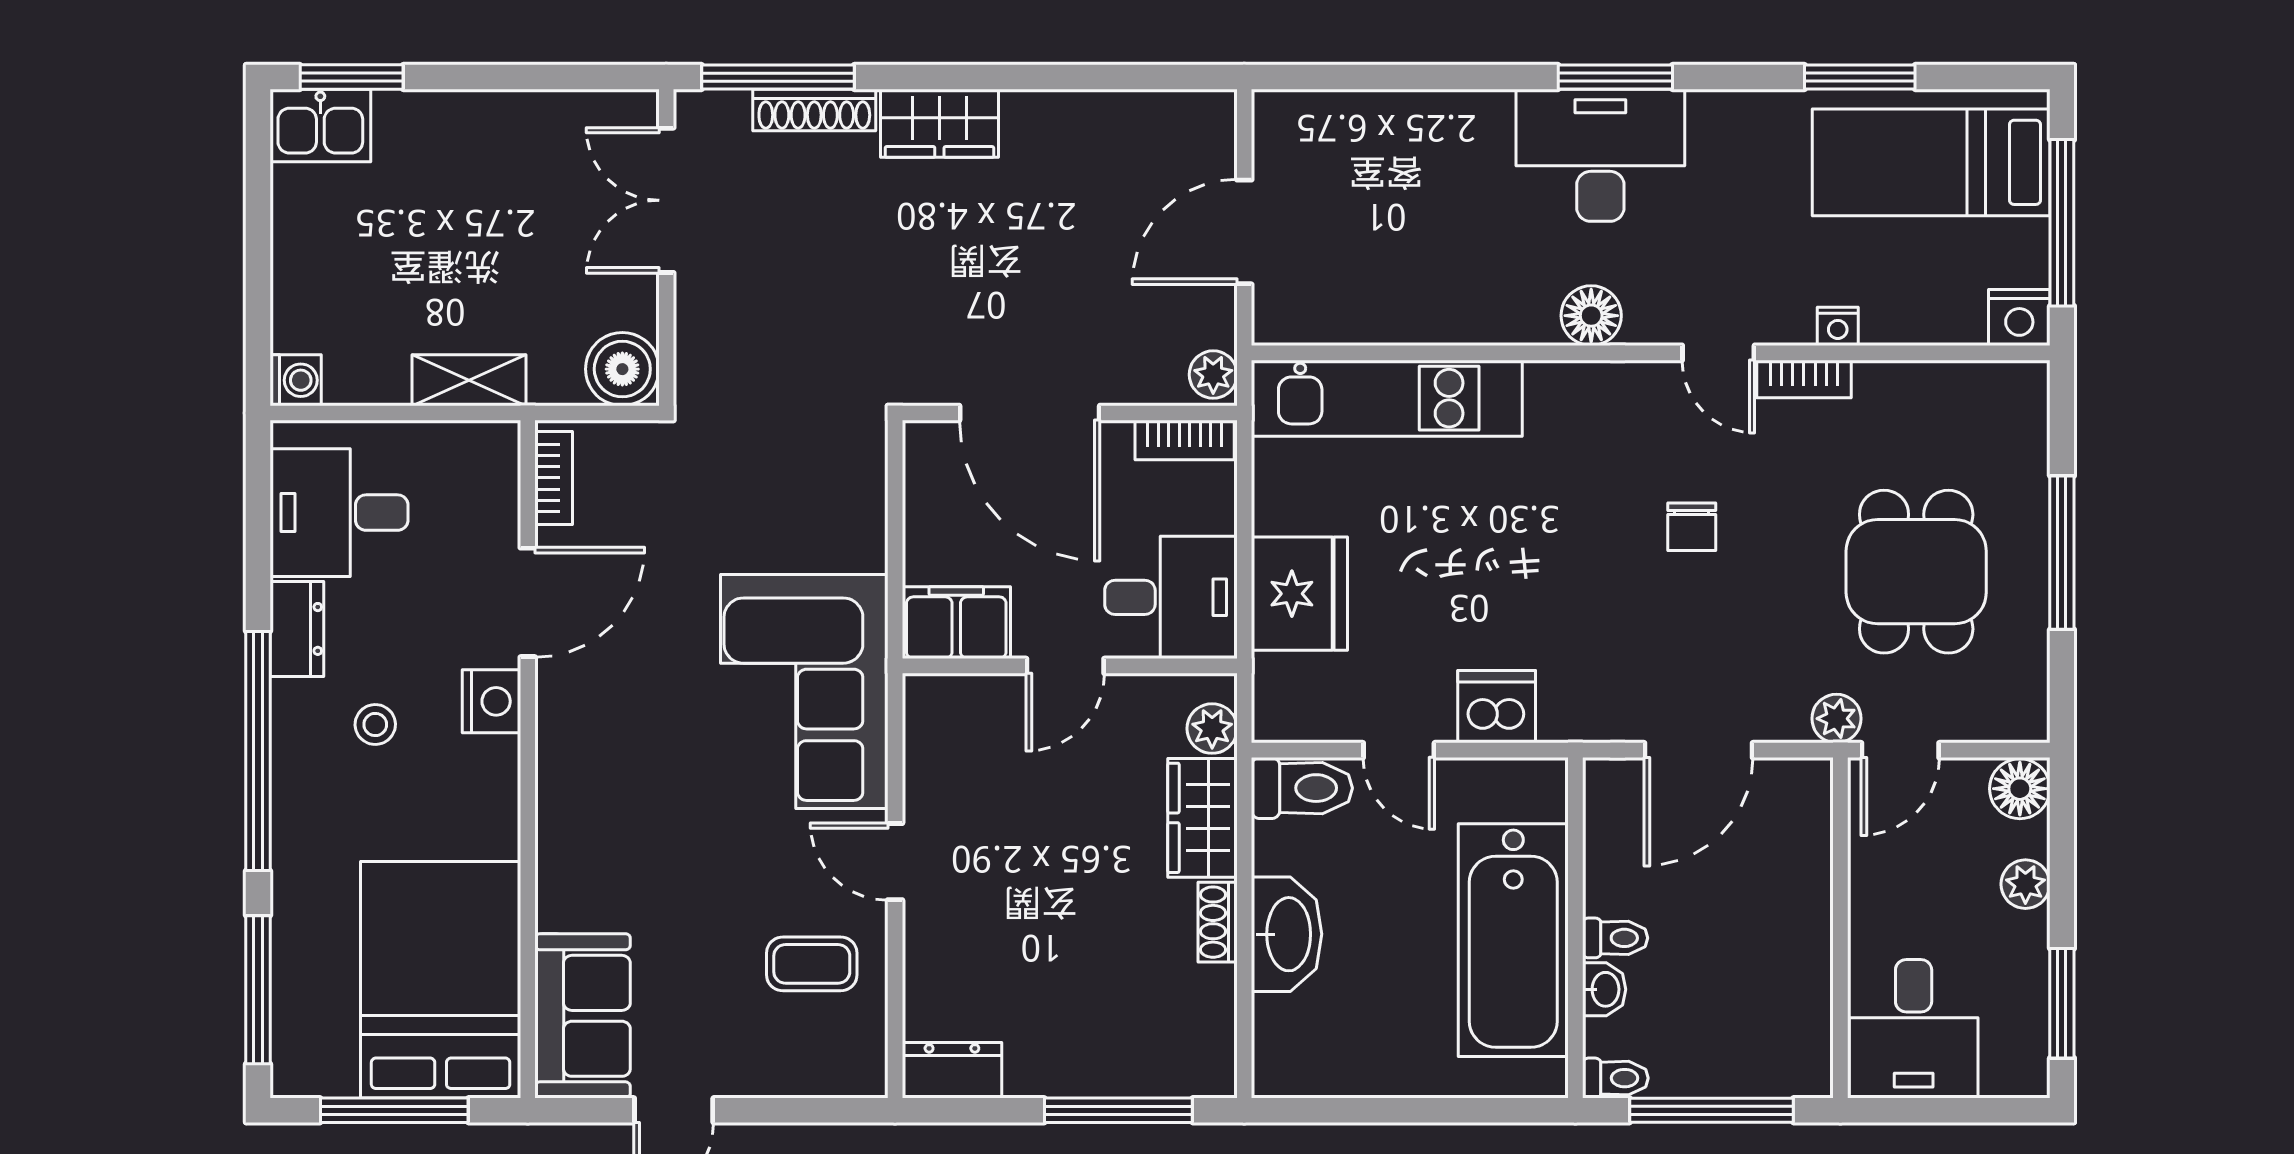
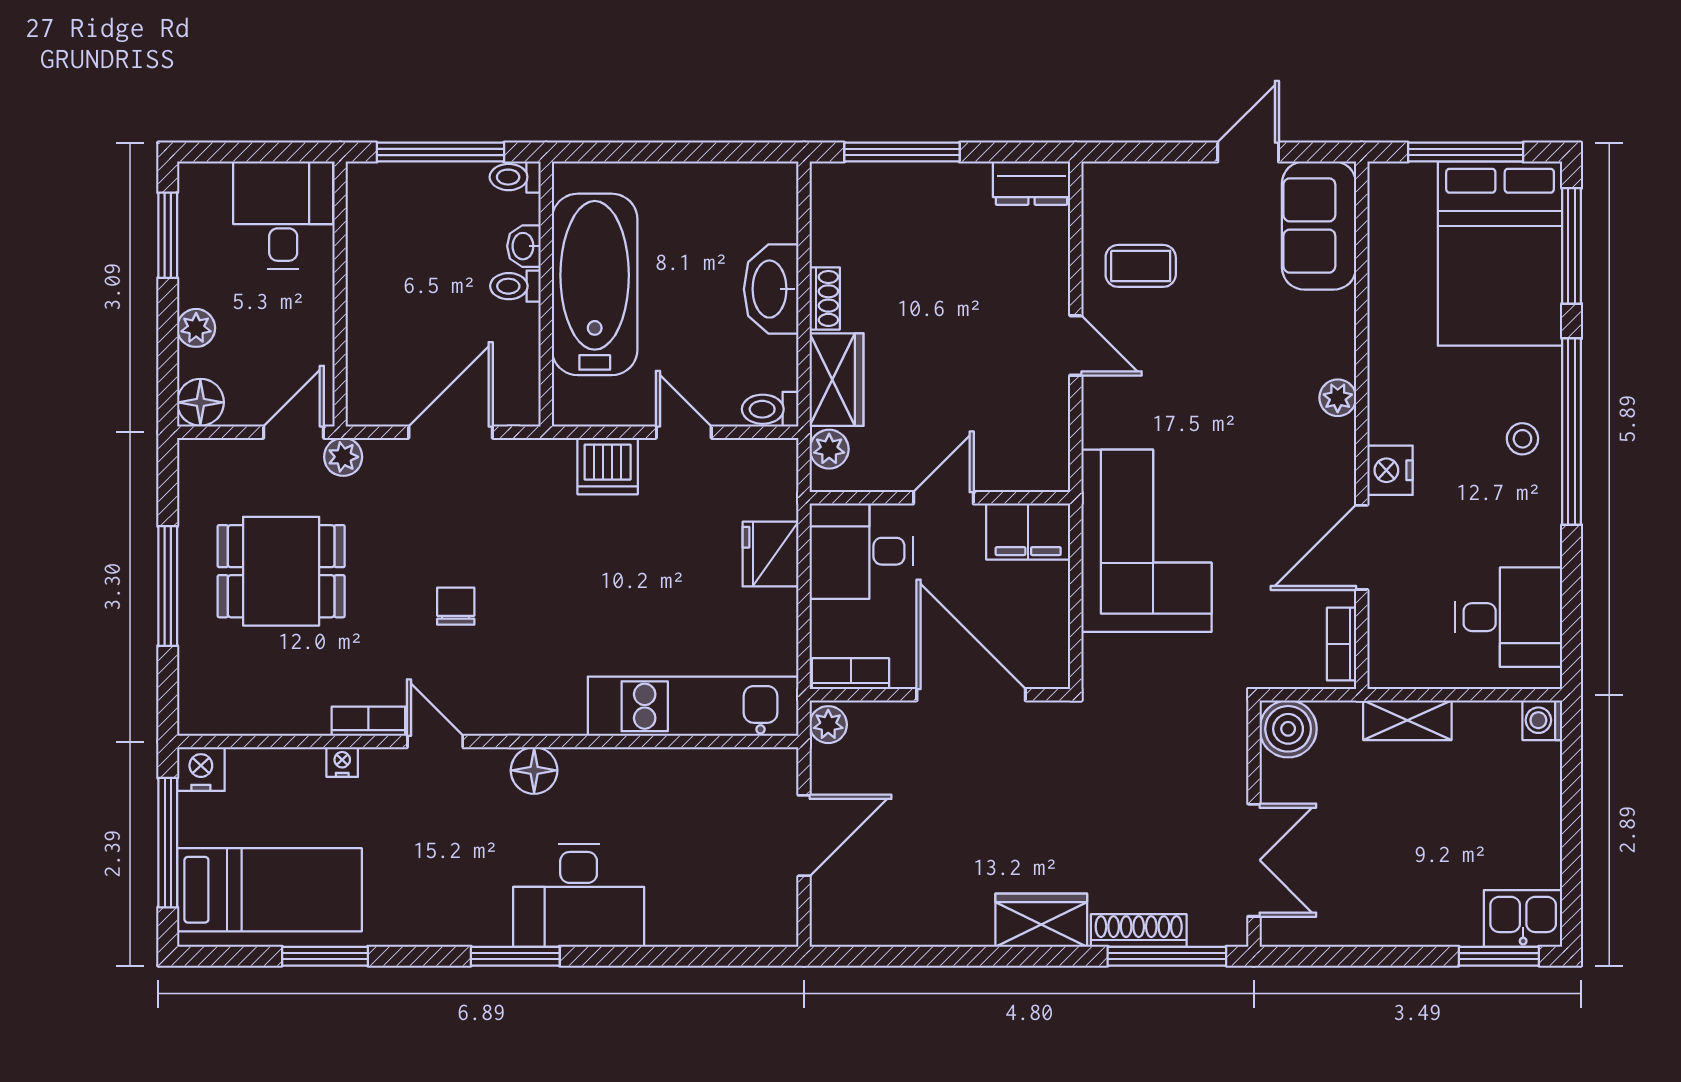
desk: (1600, 155) -> (579, 895), moved
dining table: (1916, 572) -> (281, 571), turned 90
fridge: (1299, 594) -> (771, 554), width x0.73, depth x0.75
dresser: (297, 629) -> (1541, 527), removed
corner sofa: (804, 691) -> (1147, 541), moved
stool: (375, 724) -> (1522, 439), moved
toilet: (1302, 788) -> (770, 409), width x0.73, depth x0.72
plant: (559, 794) -> (1338, 398), added
bed: (441, 980) -> (1500, 254), moved

